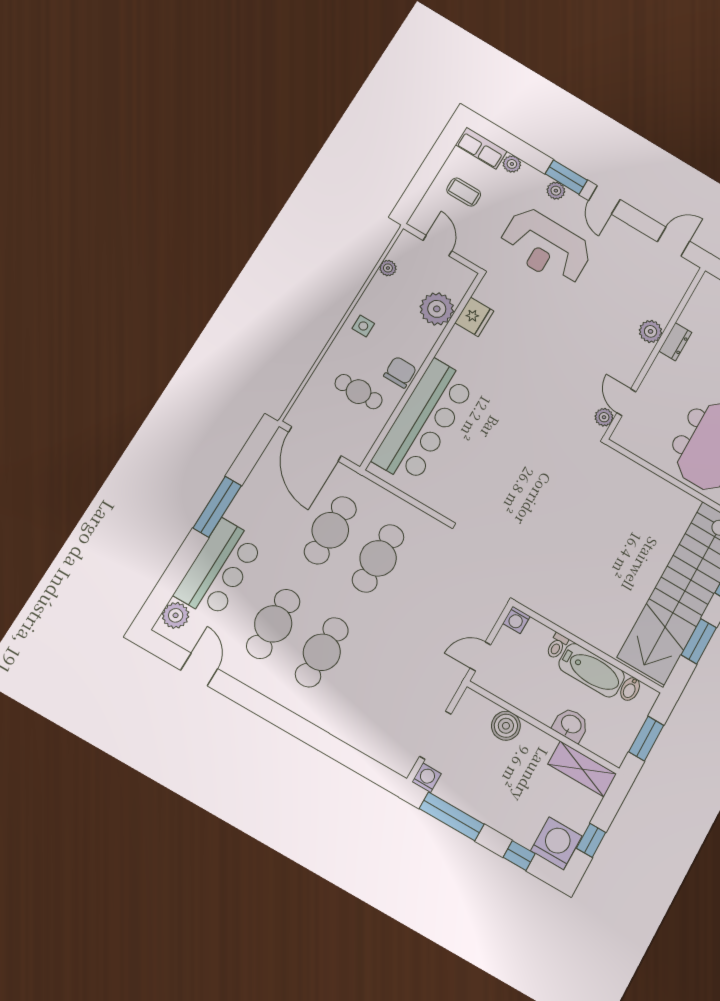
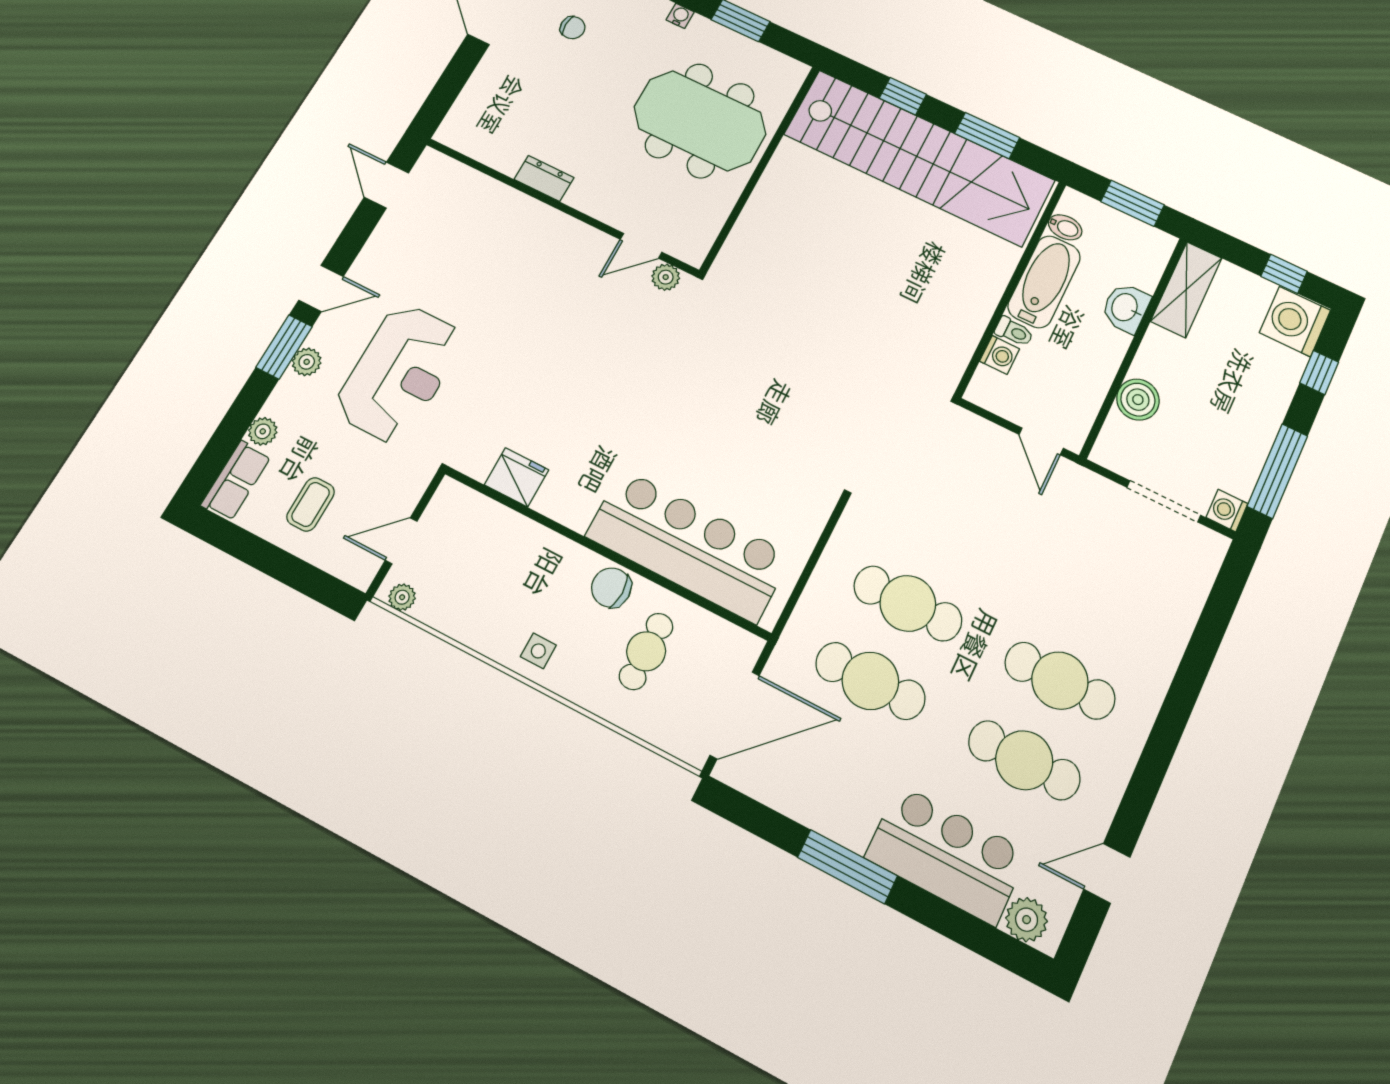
plant: (388, 268) -> (402, 597), moved
plant: (437, 309) -> (506, 536), removed
plant: (651, 331) -> (529, 214), removed
washing machine: (516, 620) -> (1000, 355), moved

